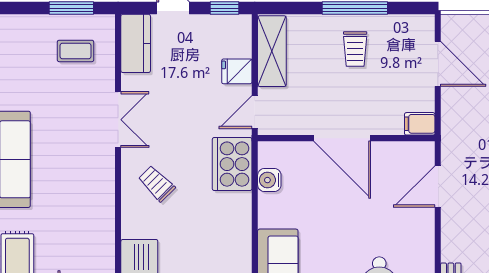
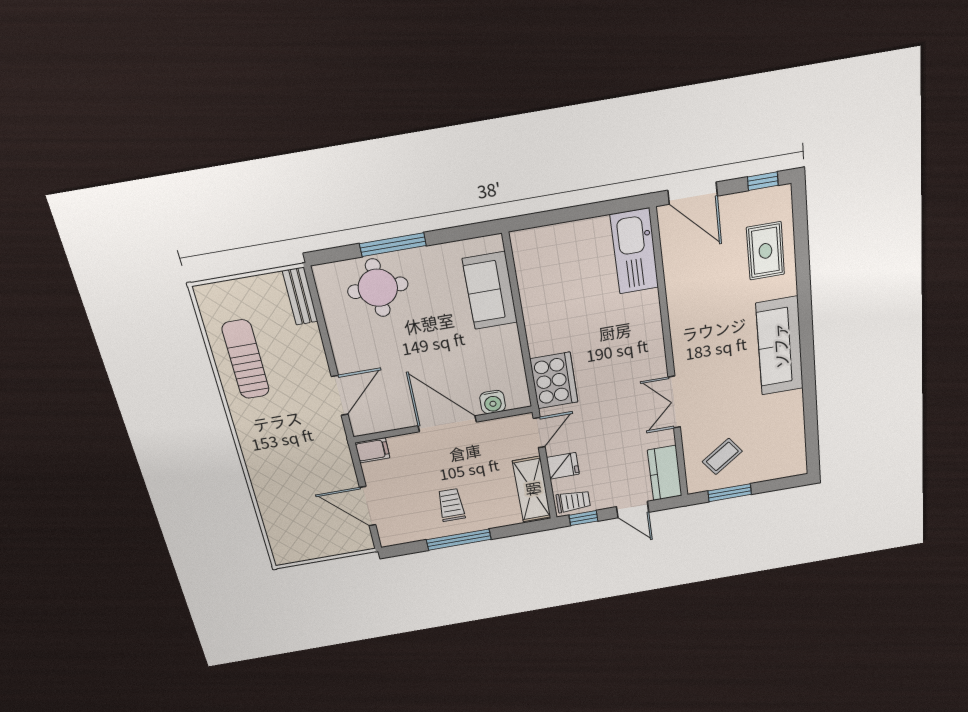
coffee table: (76, 51) -> (722, 456), turned -36
water cooler: (269, 180) -> (493, 402), moved, turned 90
trolley: (157, 184) -> (573, 501), moved, turned -45

